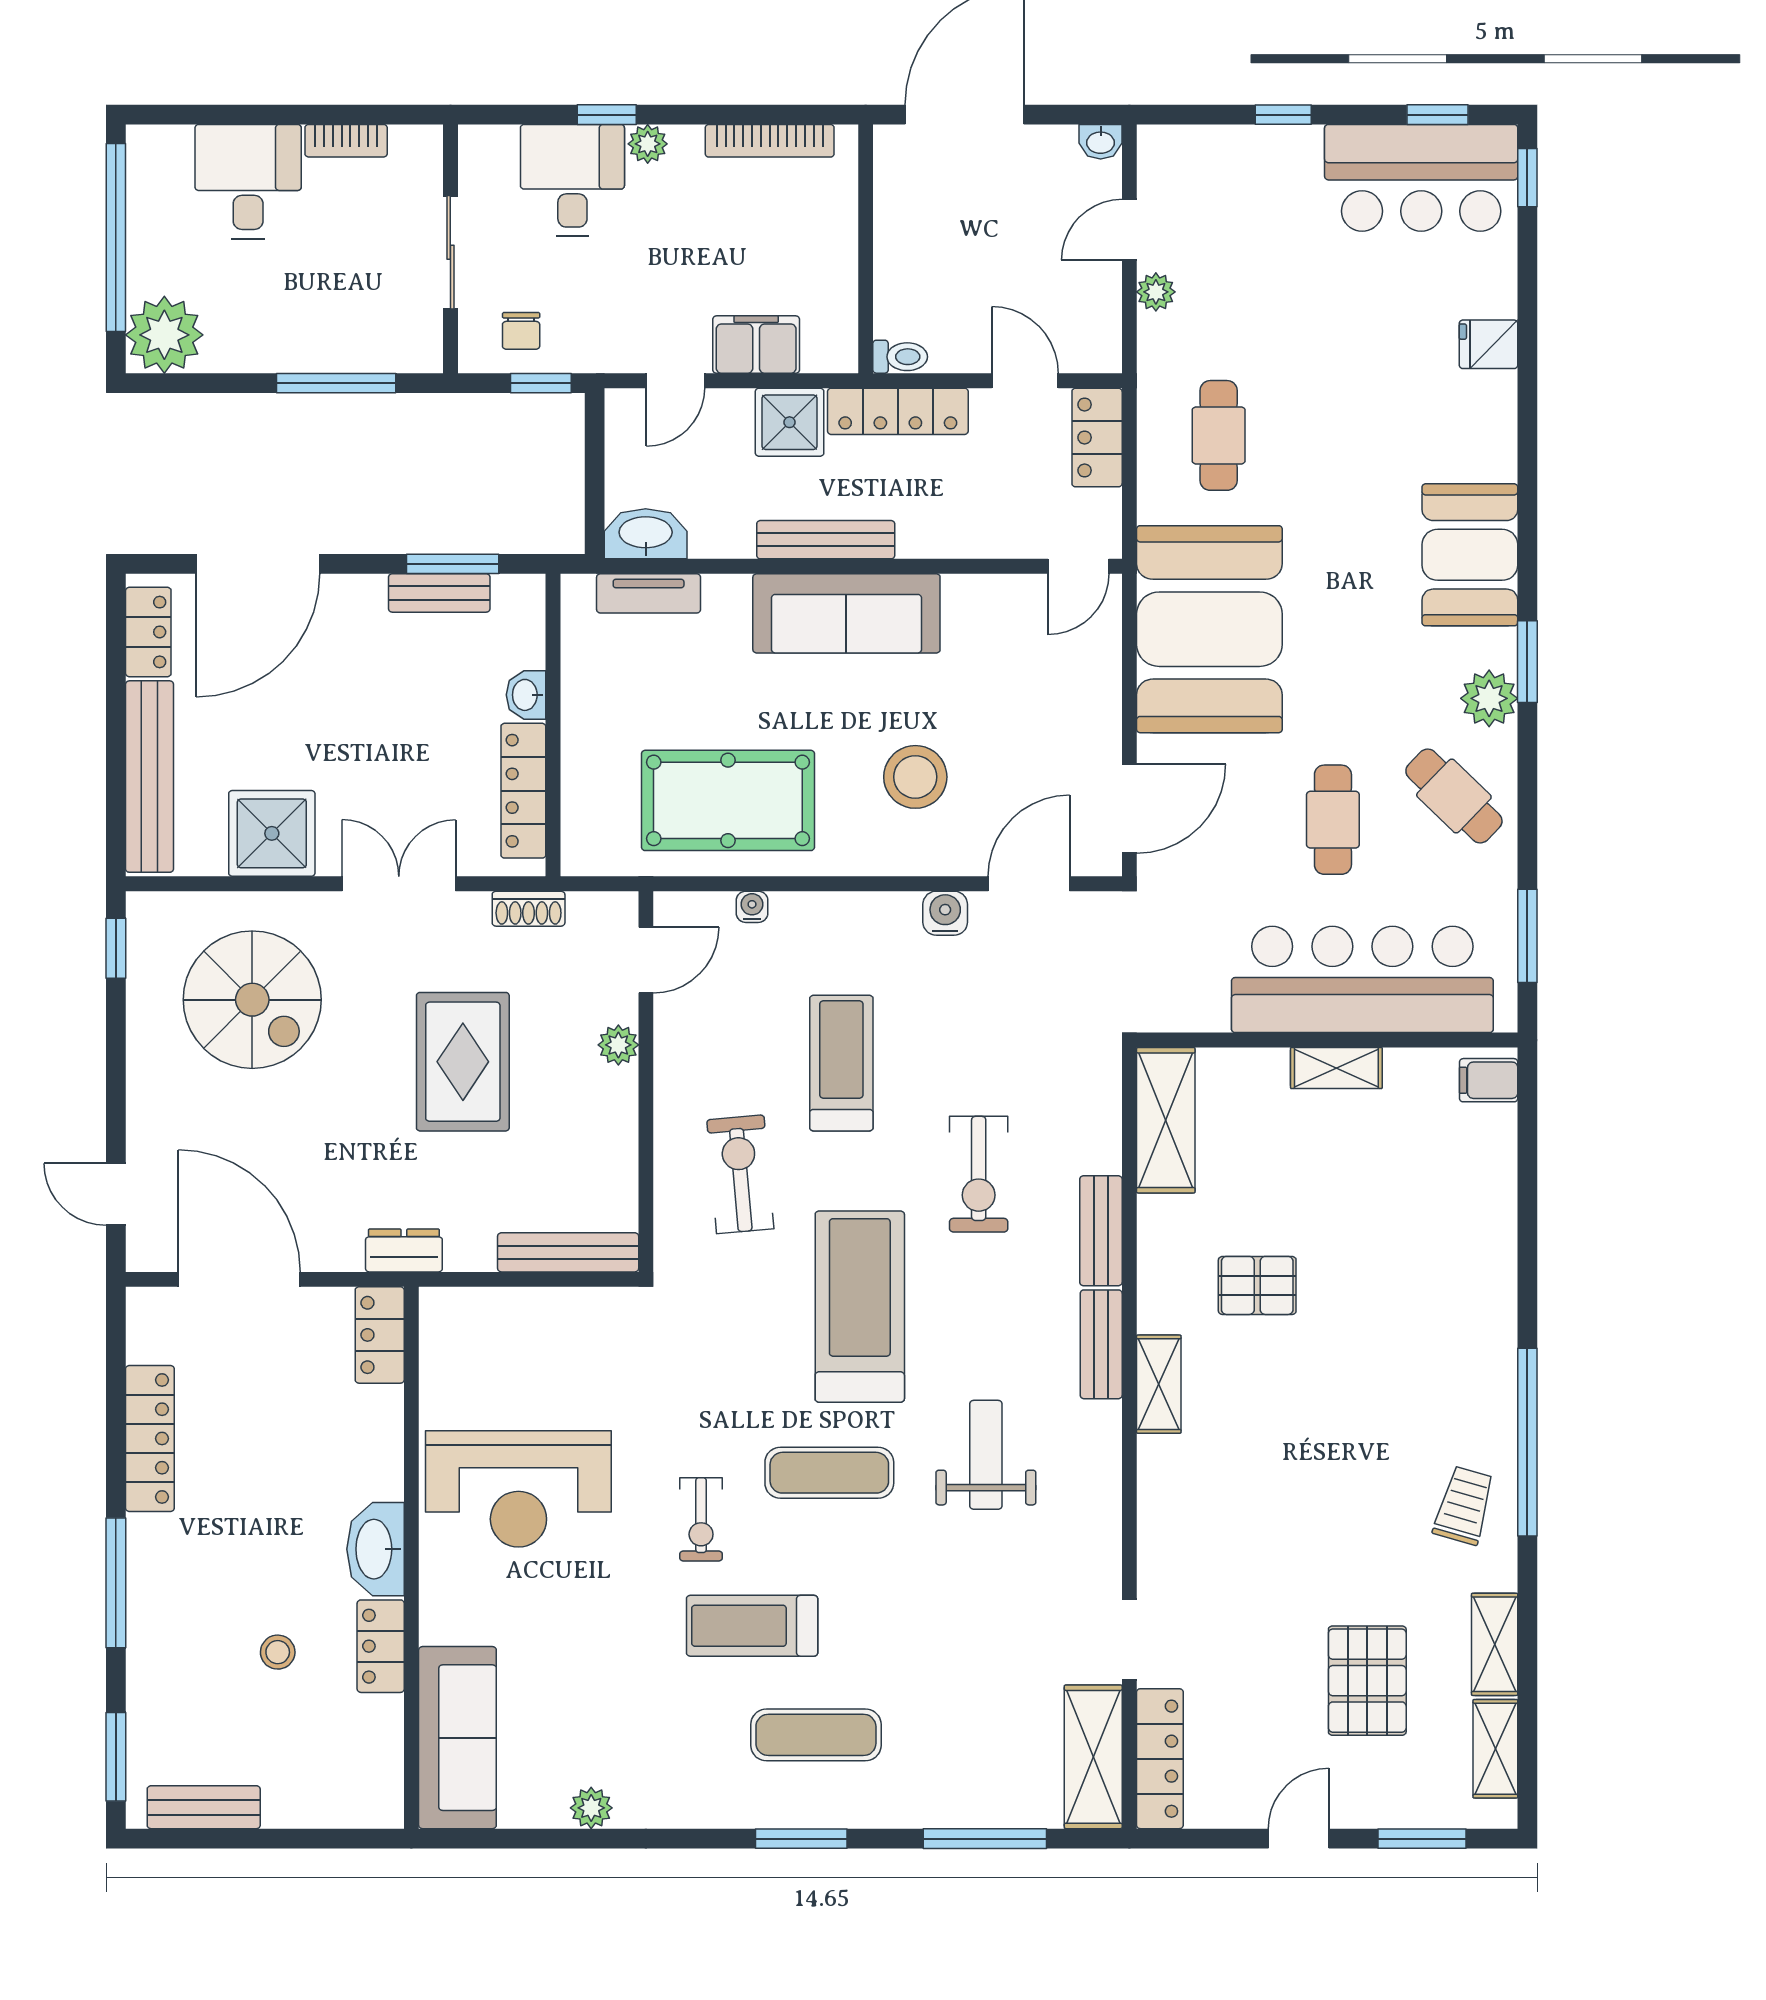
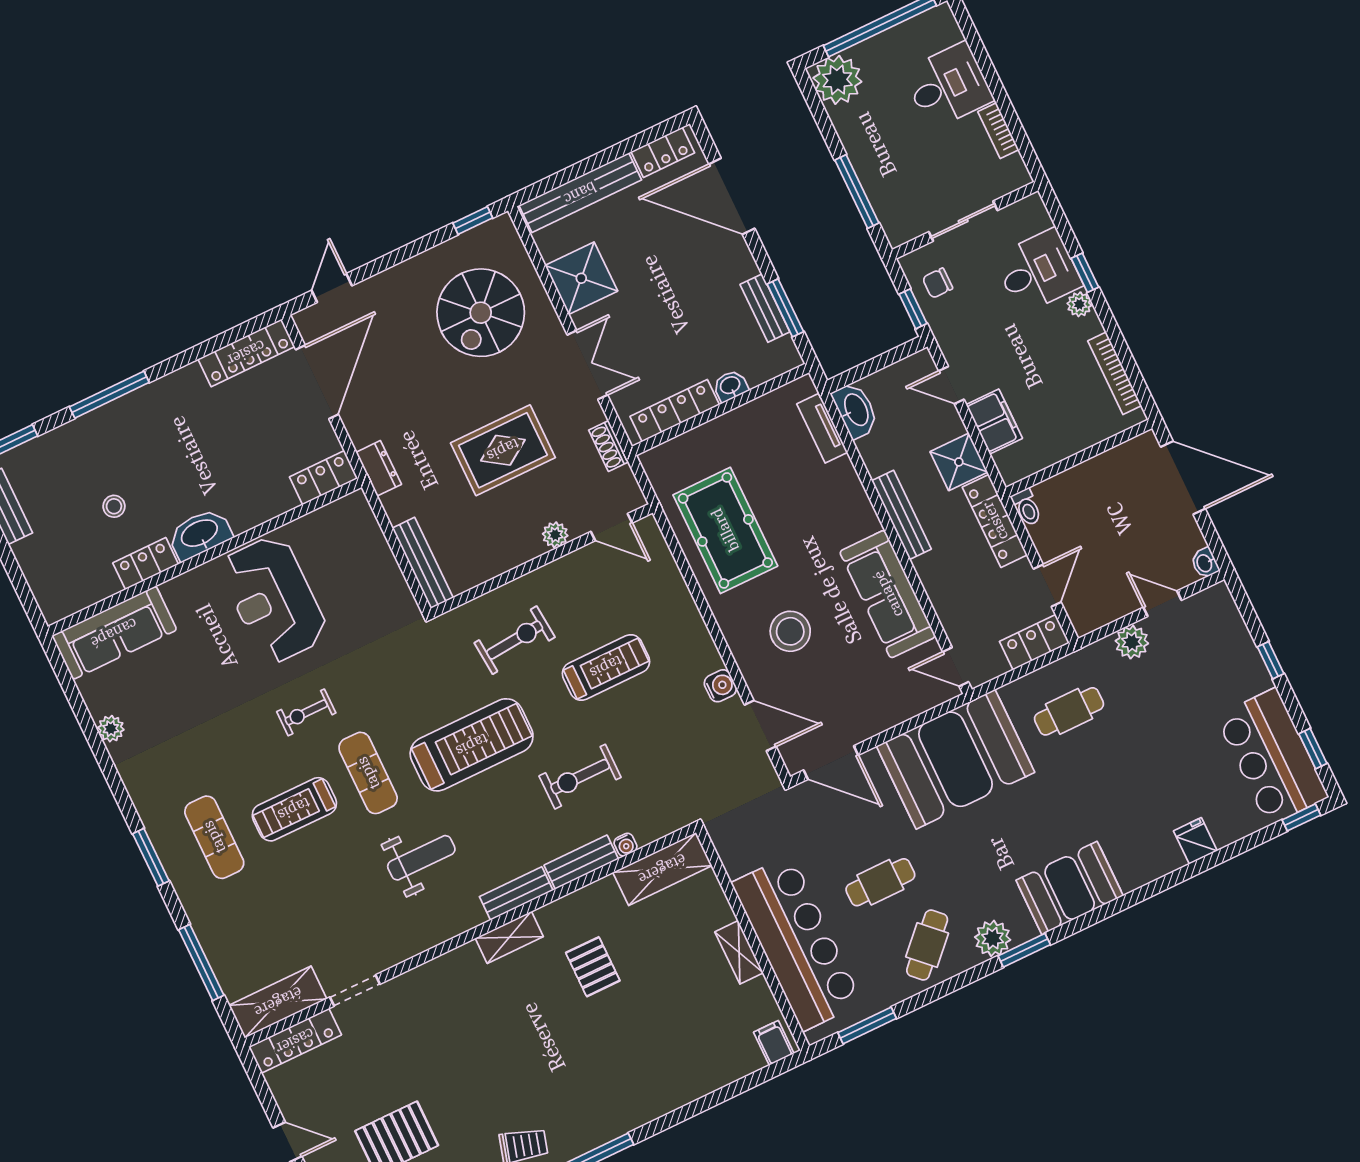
plant: (1156, 292) -> (1132, 642), width x1.38, depth x1.38
sofa: (846, 613) -> (888, 594), moved
water cooler: (752, 907) -> (626, 845), moved, turned 90
locker: (150, 1438) -> (246, 353), moved
treadmill: (752, 1626) -> (294, 809), moved, turned -90

